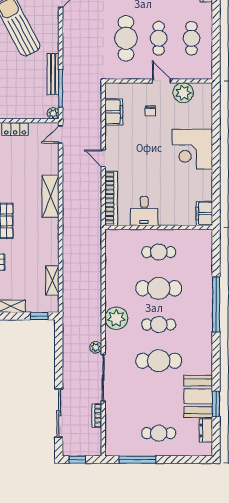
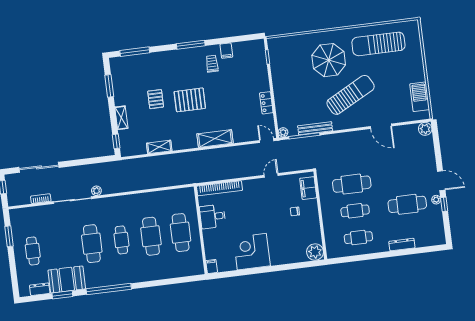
door: (161, 81) -> (320, 217), removed
plant: (183, 93) -> (315, 252), moved
filing cabinet: (114, 112) -> (308, 188), moved, turned 90
corner desk: (192, 149) -> (252, 252), moved
door: (103, 158) -> (271, 175), moved
filing cabinet: (204, 213) -> (212, 266), width x0.50
cafe table: (159, 252) -> (181, 233), width x1.37, depth x1.35
shelving: (52, 280) -> (159, 147), moved
window: (216, 304) -> (109, 289), moved
plant: (116, 318) -> (122, 205), removed
window: (137, 460) -> (9, 236), width x0.69

